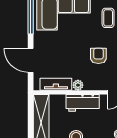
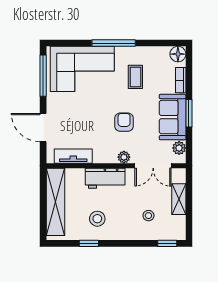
plant: (78, 85) -> (124, 157), moved

